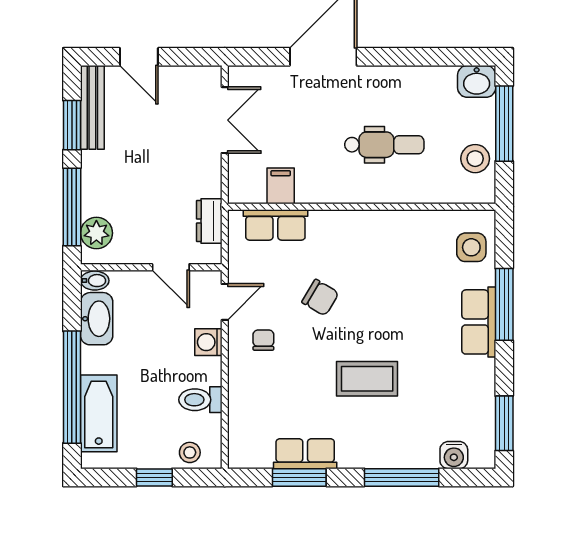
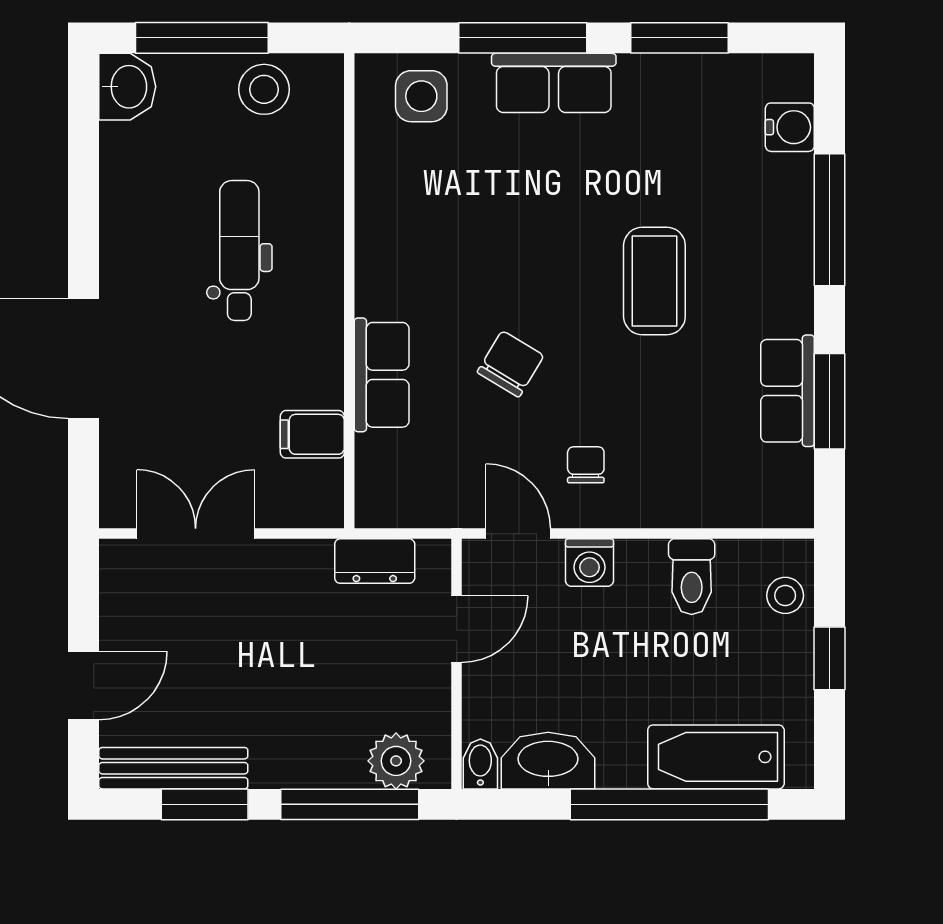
row of seats: (275, 225) -> (382, 375), moved
chair: (263, 340) -> (586, 465), turned 90
window: (504, 423) -> (680, 38), moved

